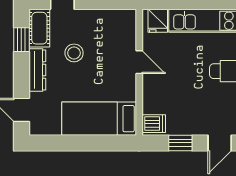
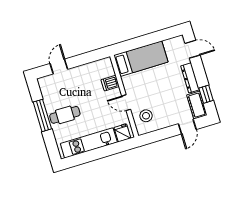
stool: (74, 53) -> (146, 116), moved
dishwasher: (154, 124) -> (110, 83), moved
window: (180, 143) -> (84, 59), removed

